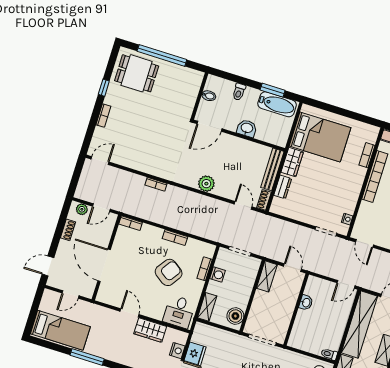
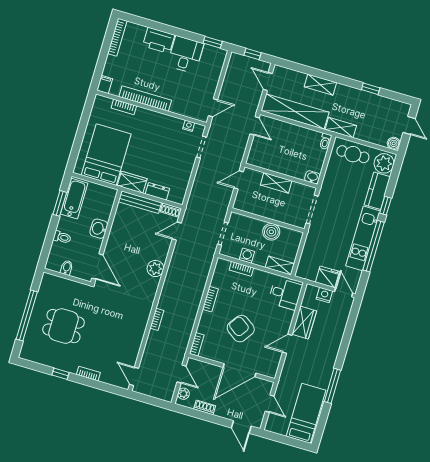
dining table: (137, 73) -> (63, 326), moved, turned 90
armchair: (169, 272) -> (241, 329), moved
shelving: (267, 276) -> (276, 183), moved
washbasin: (306, 303) -> (312, 177), moved
boiler: (235, 316) -> (271, 232), moved

